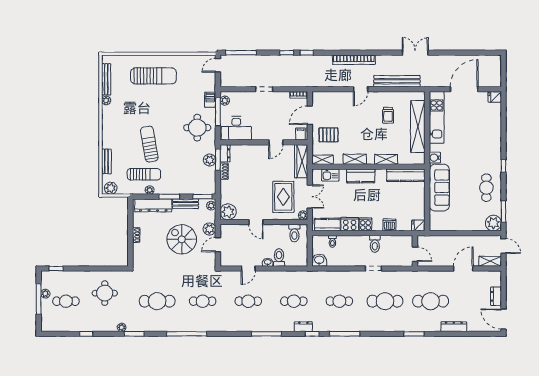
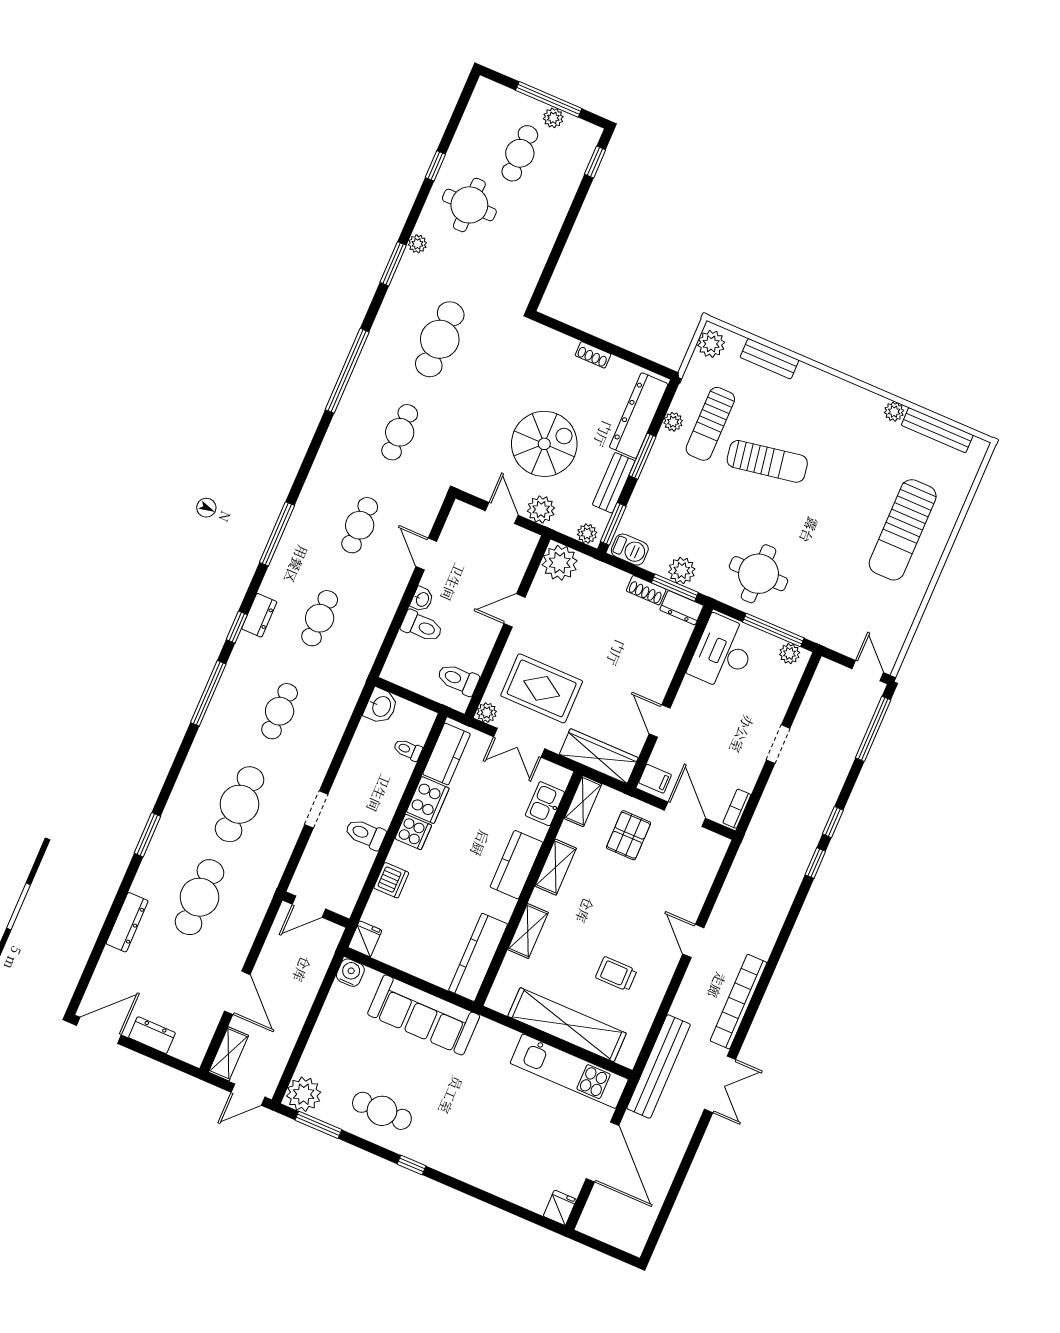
bookcase: (354, 60) -> (739, 1002), moved
bench: (397, 81) -> (659, 1066), moved
barbecue: (210, 100) -> (630, 550), moved
water cooler: (435, 158) -> (350, 973), moved
round table: (105, 293) -> (469, 205), moved

